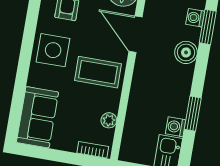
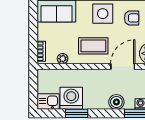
coffee table: (98, 72) -> (93, 46), turned 90
washing machine: (176, 127) -> (71, 98), width x1.89, depth x1.89

